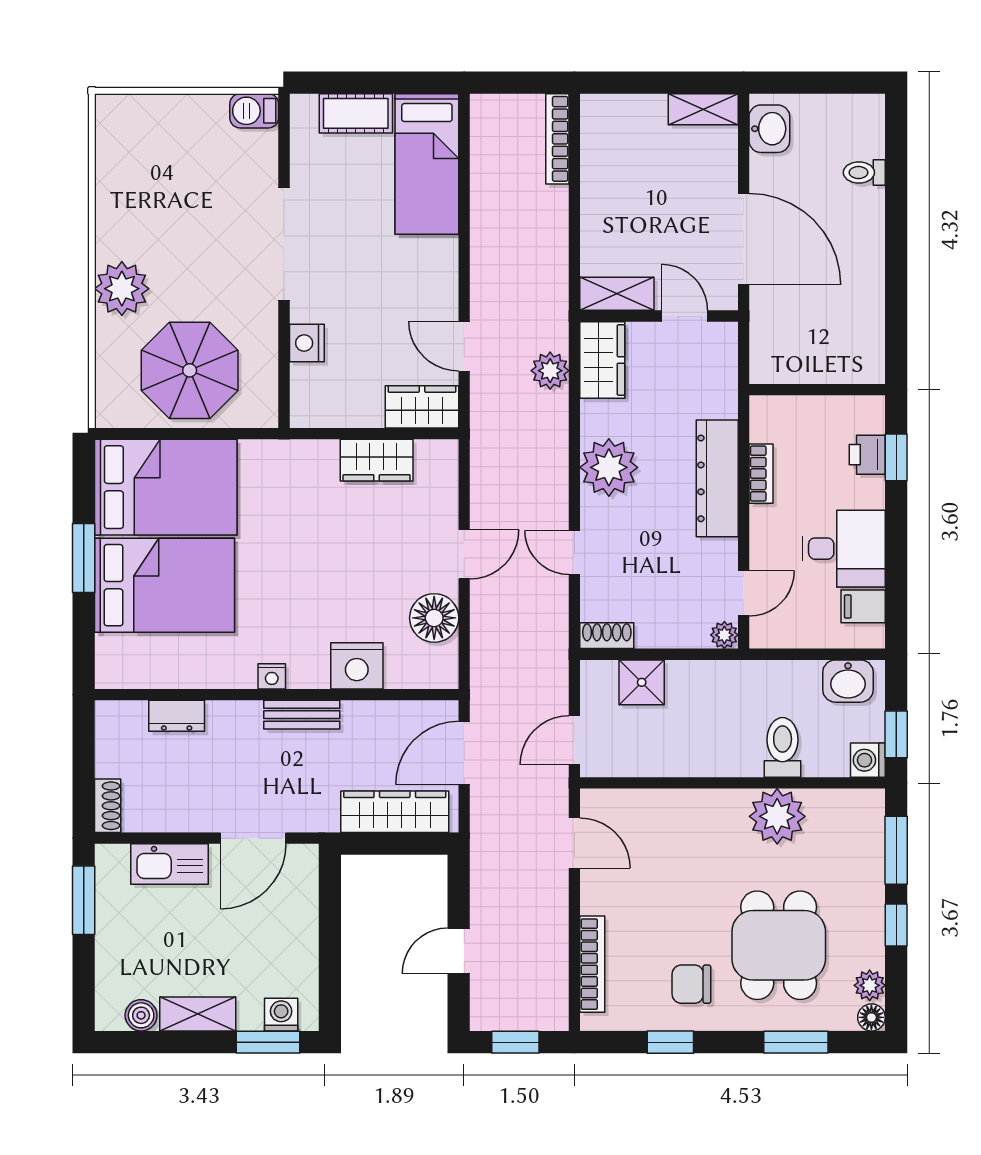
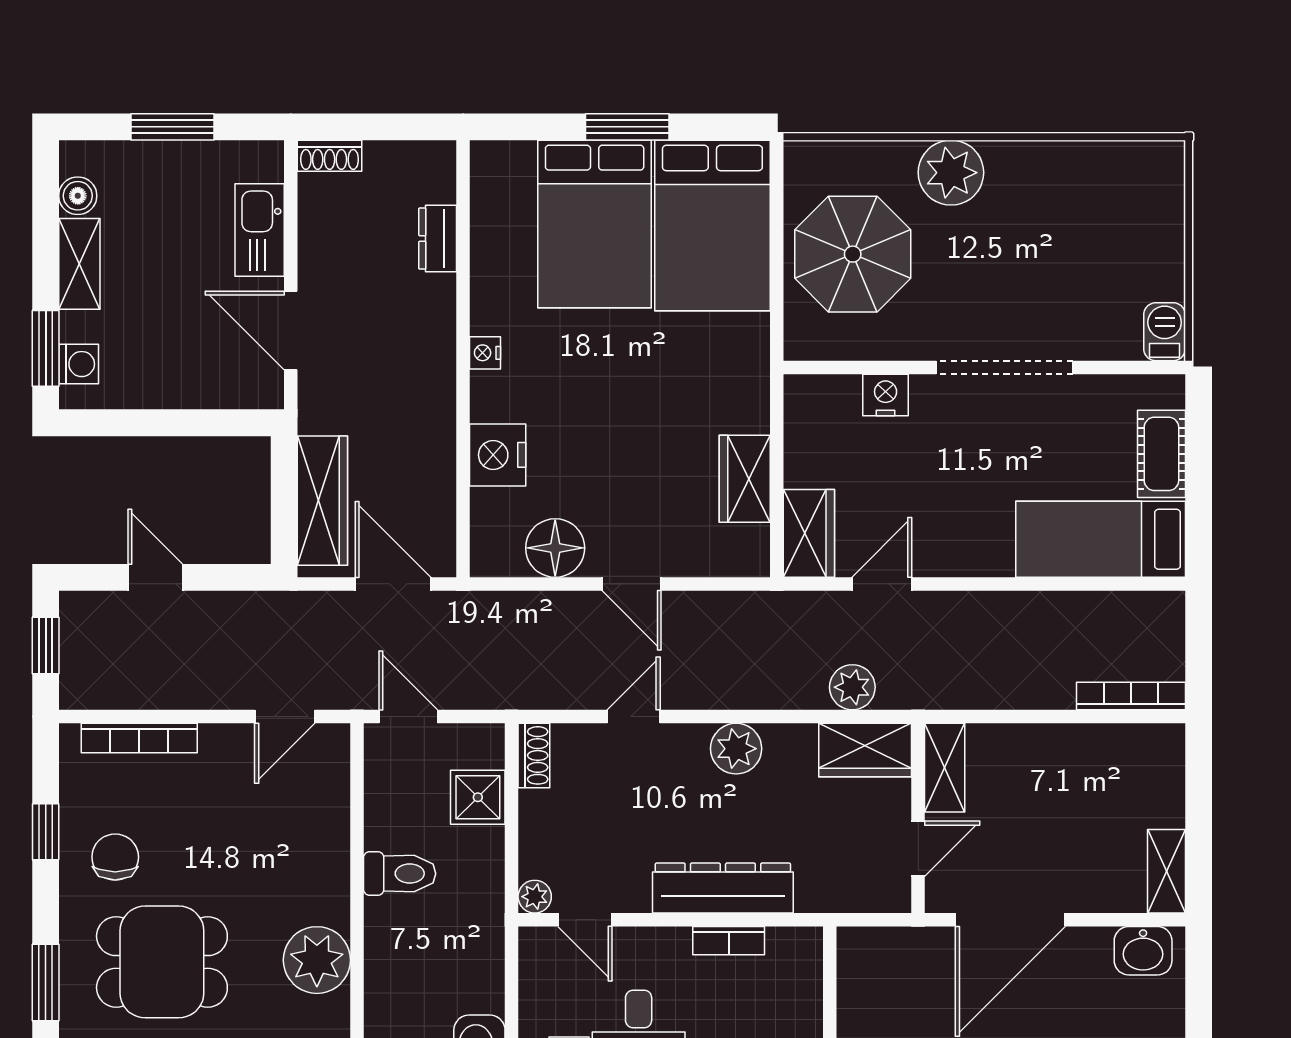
plant: (609, 467) -> (736, 749), width x0.73, depth x0.73
bench: (302, 715) -> (439, 389), removed
toilet: (783, 747) -> (400, 874), moved
window: (84, 900) -> (172, 127), moved

